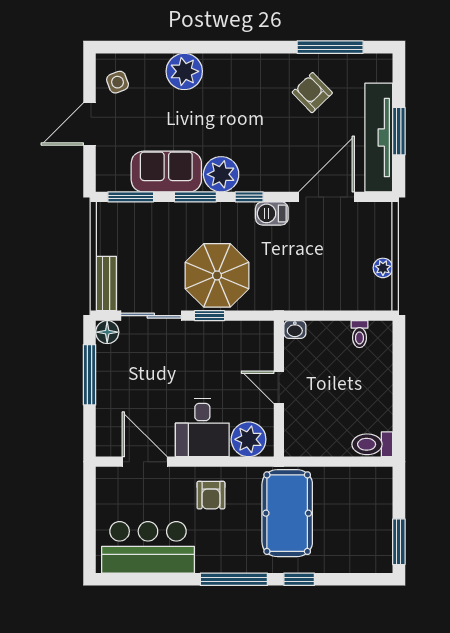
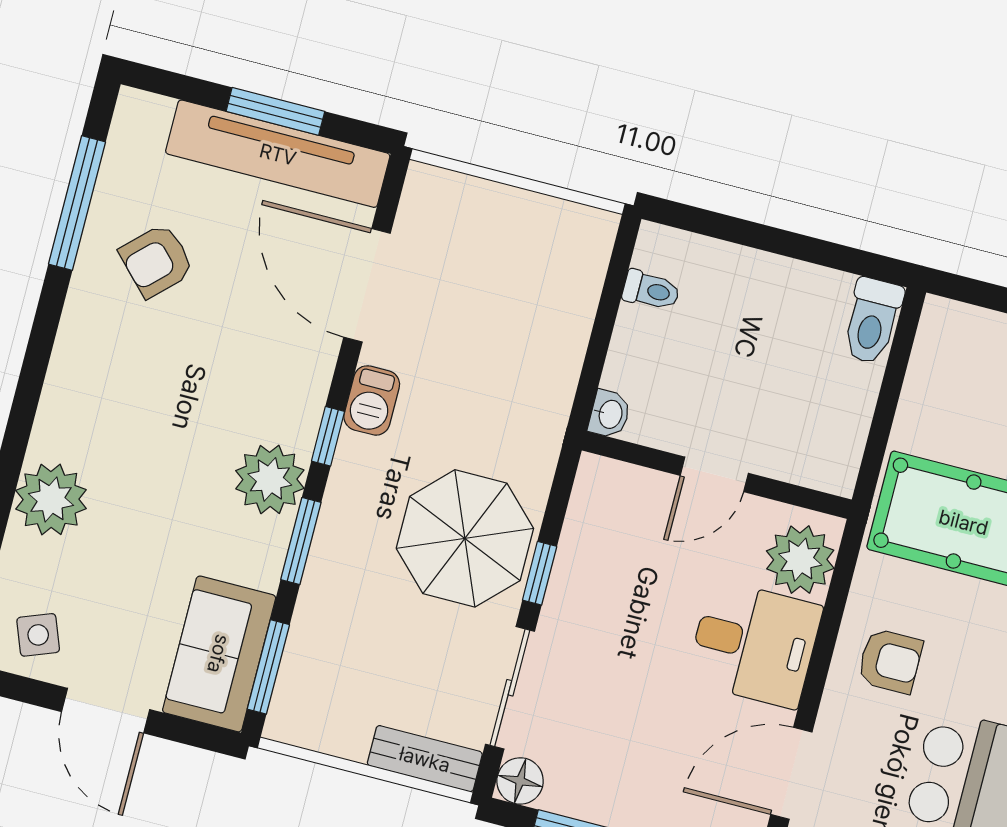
sofa: (166, 172) -> (219, 654), moved
plant: (383, 268) -> (534, 211), removed

